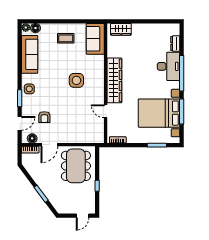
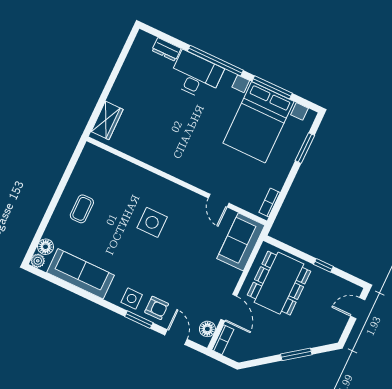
sofa: (95, 39) -> (241, 242), moved, turned 90
wardrobe: (114, 80) -> (179, 166), removed
door: (106, 111) -> (219, 201), hinge flipped
armchair: (44, 117) -> (157, 308), moved
dining table: (76, 166) -> (279, 283), turned 90
door: (83, 216) -> (358, 308), swing flipped

